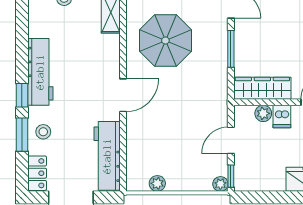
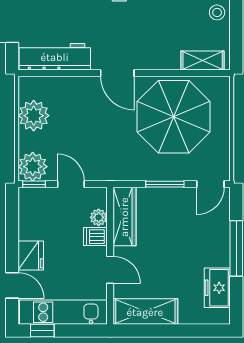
parasol: (165, 41) -> (174, 117), width x1.36, depth x1.36
plant: (157, 183) -> (34, 116), width x1.88, depth x1.88
plant: (220, 184) -> (33, 167), width x1.87, depth x1.87

